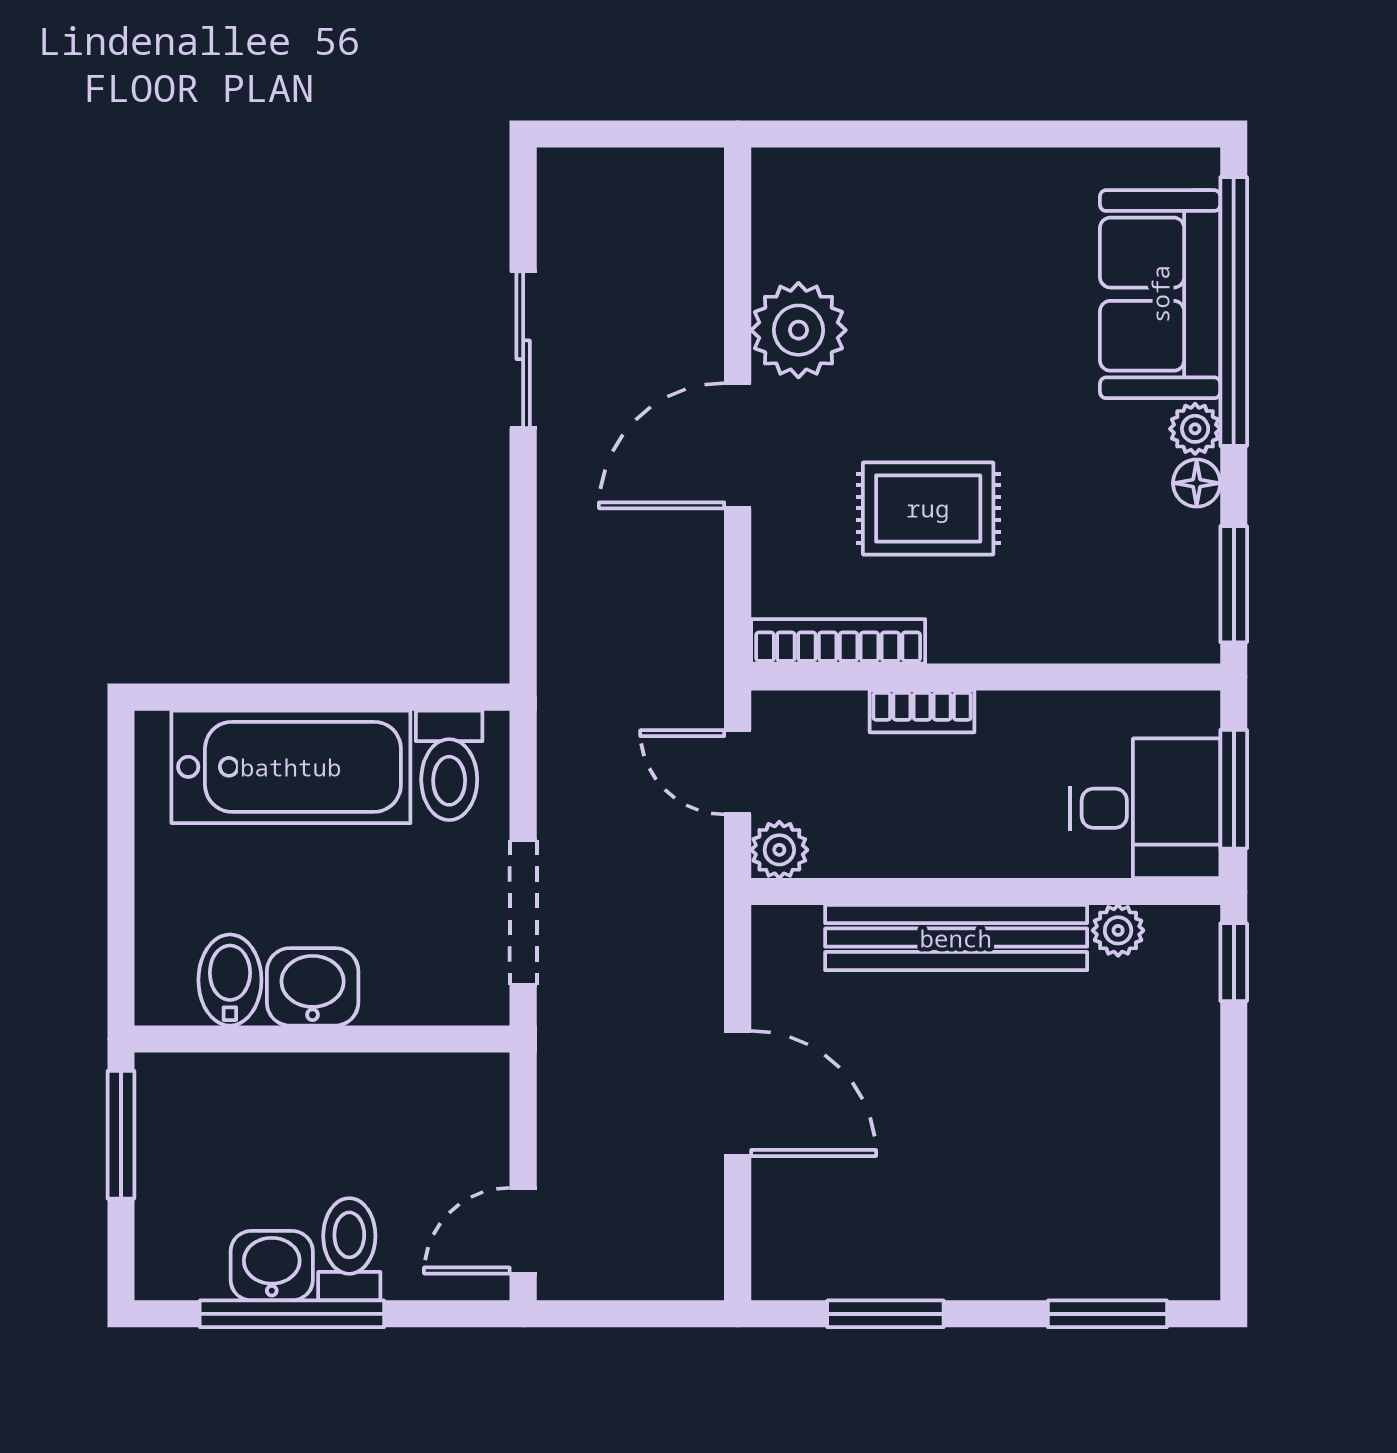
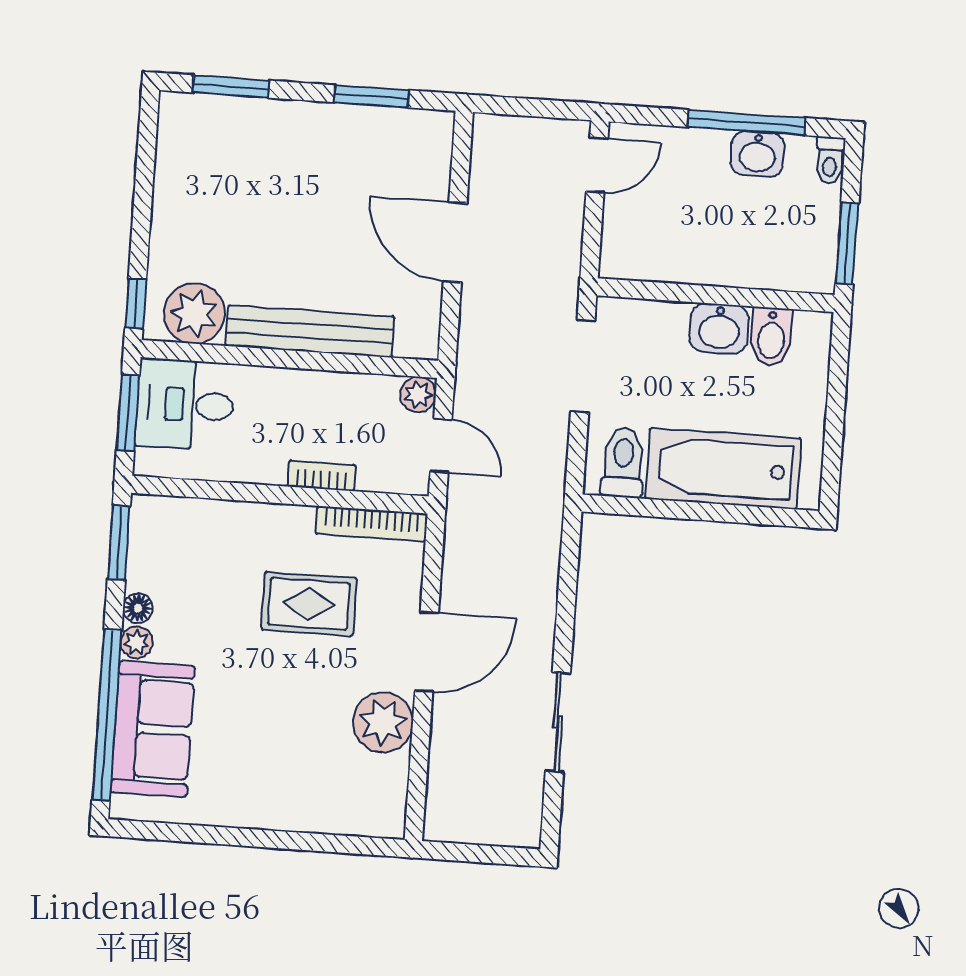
plant: (1118, 930) -> (194, 313), width x1.87, depth x1.87
toilet: (349, 1249) -> (830, 160), moved, width x0.73, depth x0.72

